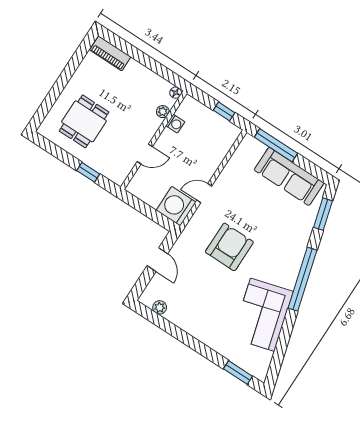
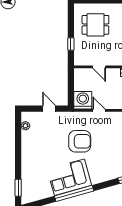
door: (157, 260) -> (49, 109), swing flipped
window: (303, 279) -> (74, 193), moved
corner sofa: (263, 315) -> (69, 177), moved

